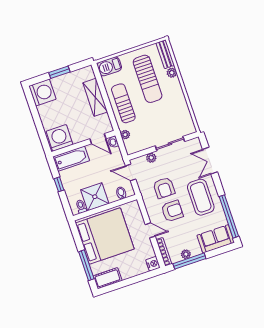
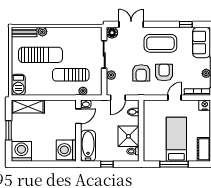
shelving: (95, 97) -> (28, 106), moved
sun lounger: (123, 103) -> (71, 75), moved
floor lamp: (195, 144) -> (112, 33), added
double door: (210, 161) -> (131, 24), swing flipped
armchair: (164, 188) -> (141, 73), turned 90
window: (229, 216) -> (186, 24), width x0.32
bed: (105, 236) -> (176, 139), width x0.49
window: (86, 265) -> (174, 164), moved

